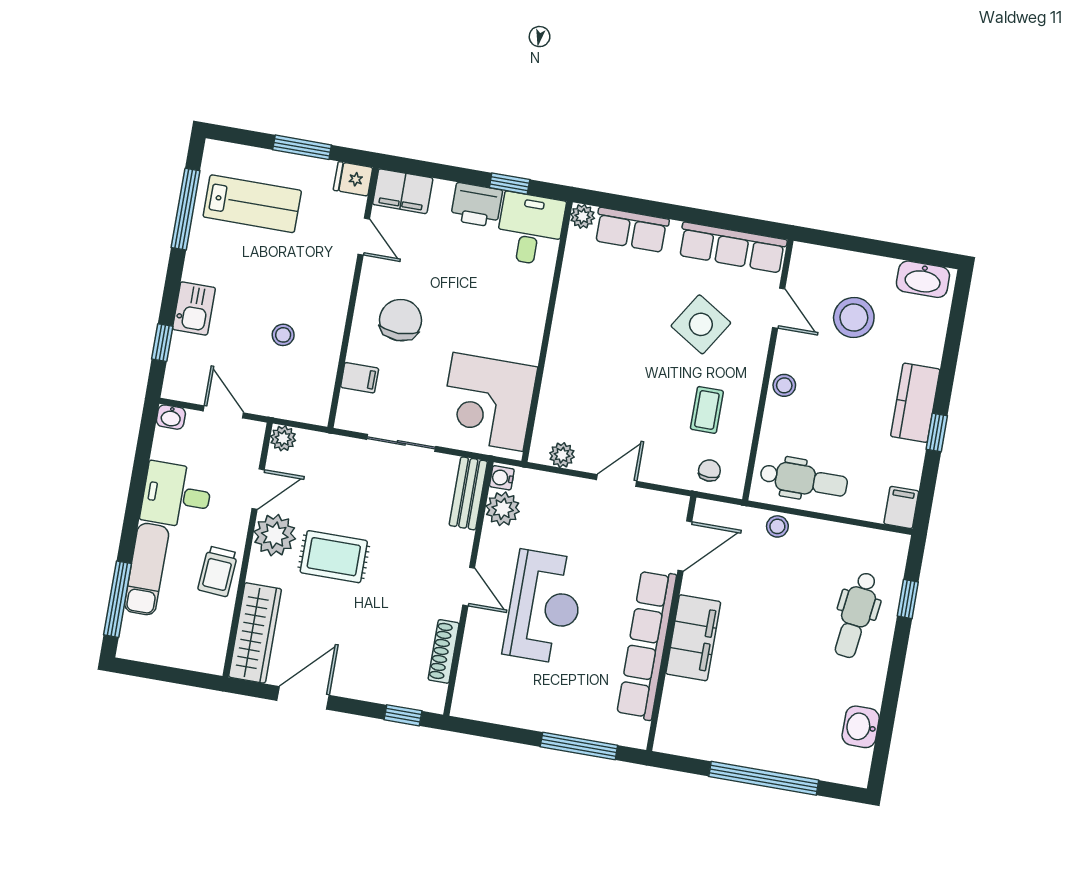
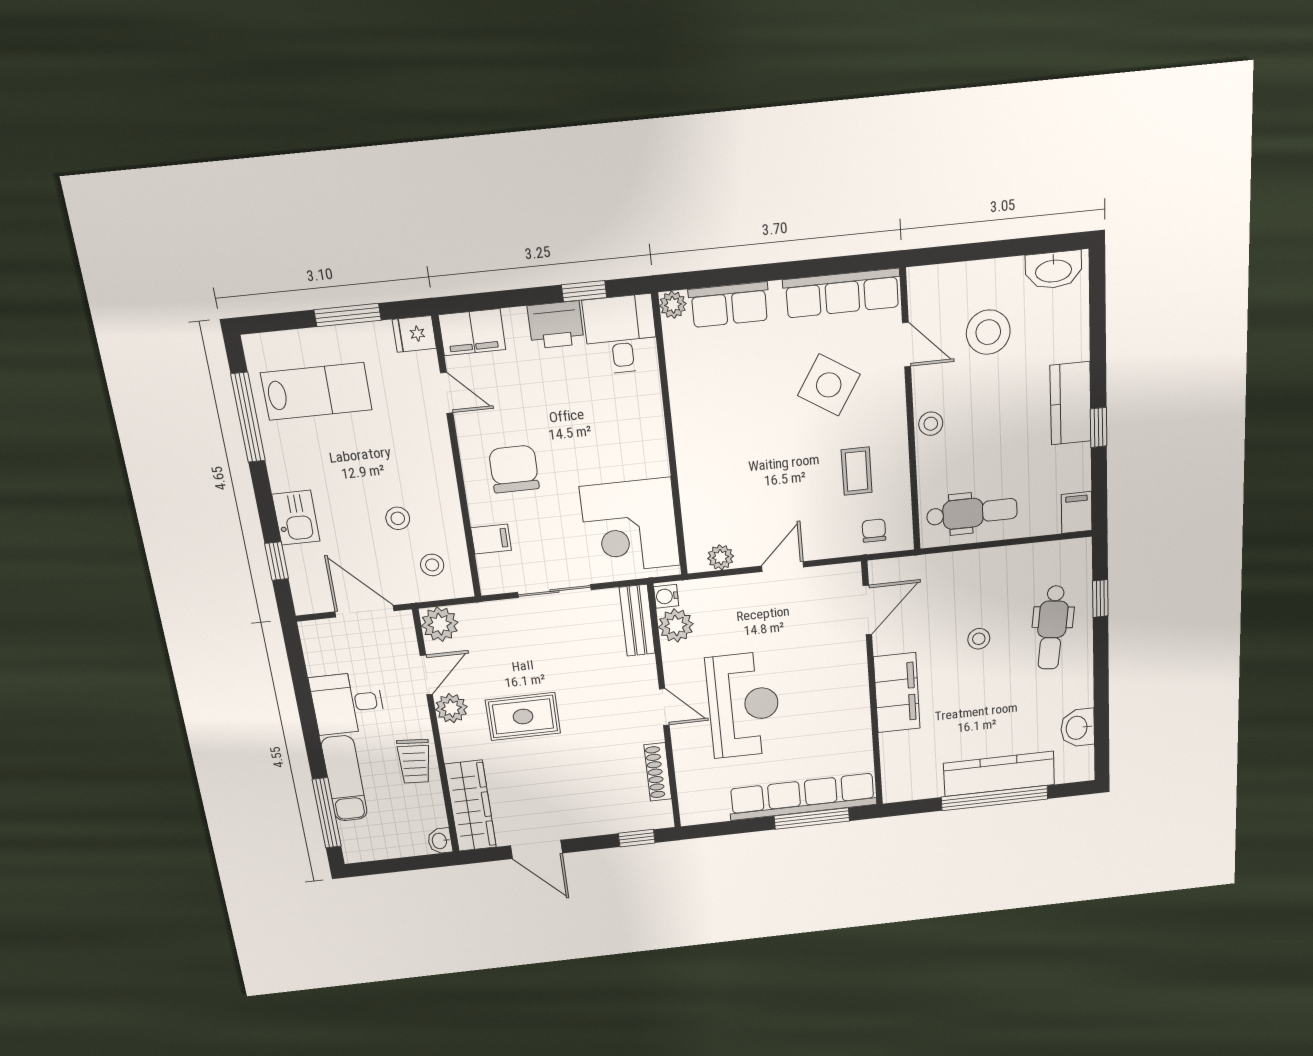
stool: (299, 386) -> (432, 565), added
door: (223, 412) -> (364, 611), width x1.38
washbasin: (171, 417) -> (440, 841), moved, turned 90
plant: (283, 438) -> (440, 624), width x1.38, depth x1.38
stool: (777, 526) -> (979, 639), moved
plant: (275, 535) -> (451, 708), width x0.73, depth x0.73
row of seats: (647, 645) -> (803, 797), moved, turned 90
door: (303, 698) -> (537, 849), swing flipped
kitchen counter: (774, 753) -> (999, 774), added

